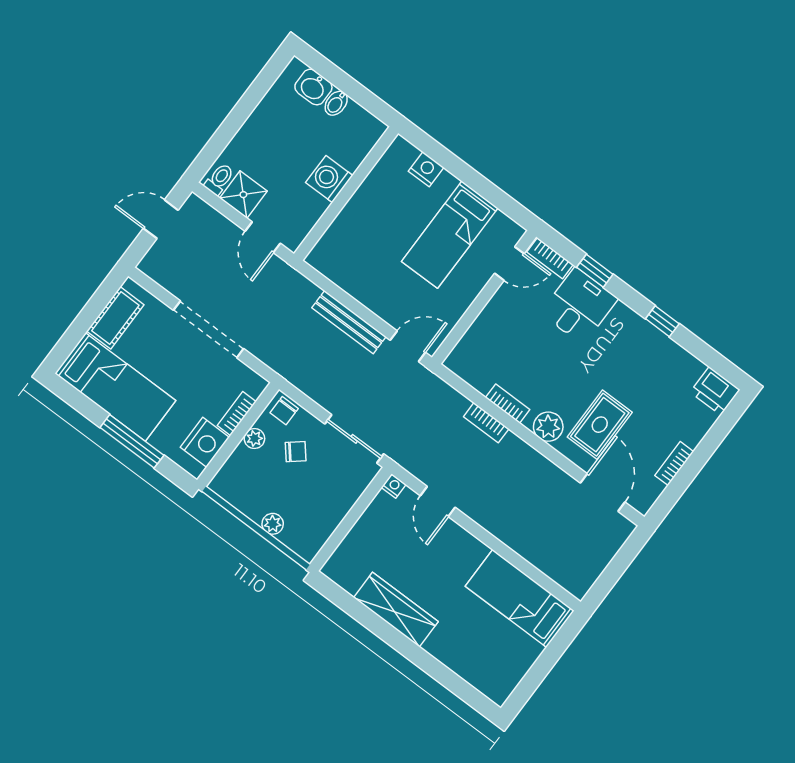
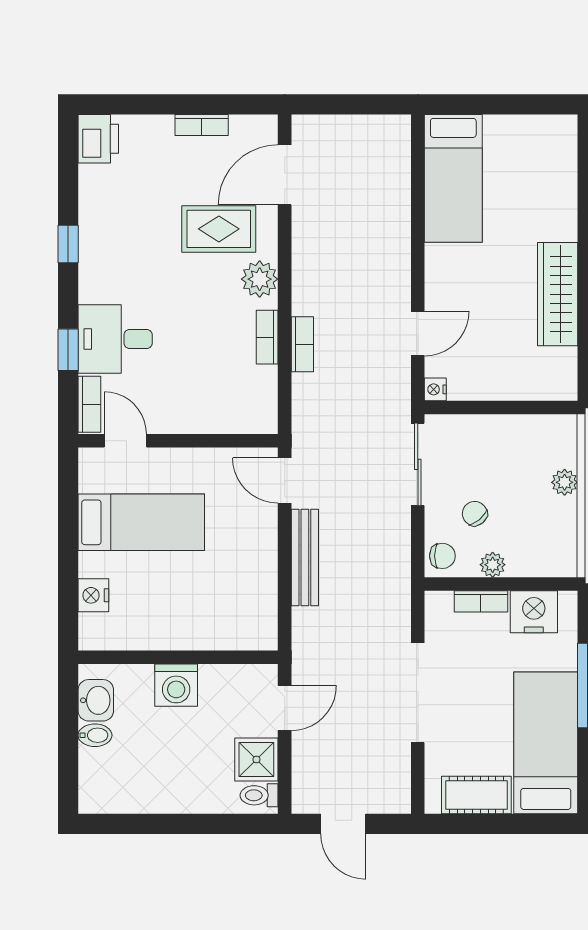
washbasin: (313, 87) -> (96, 700), moved

